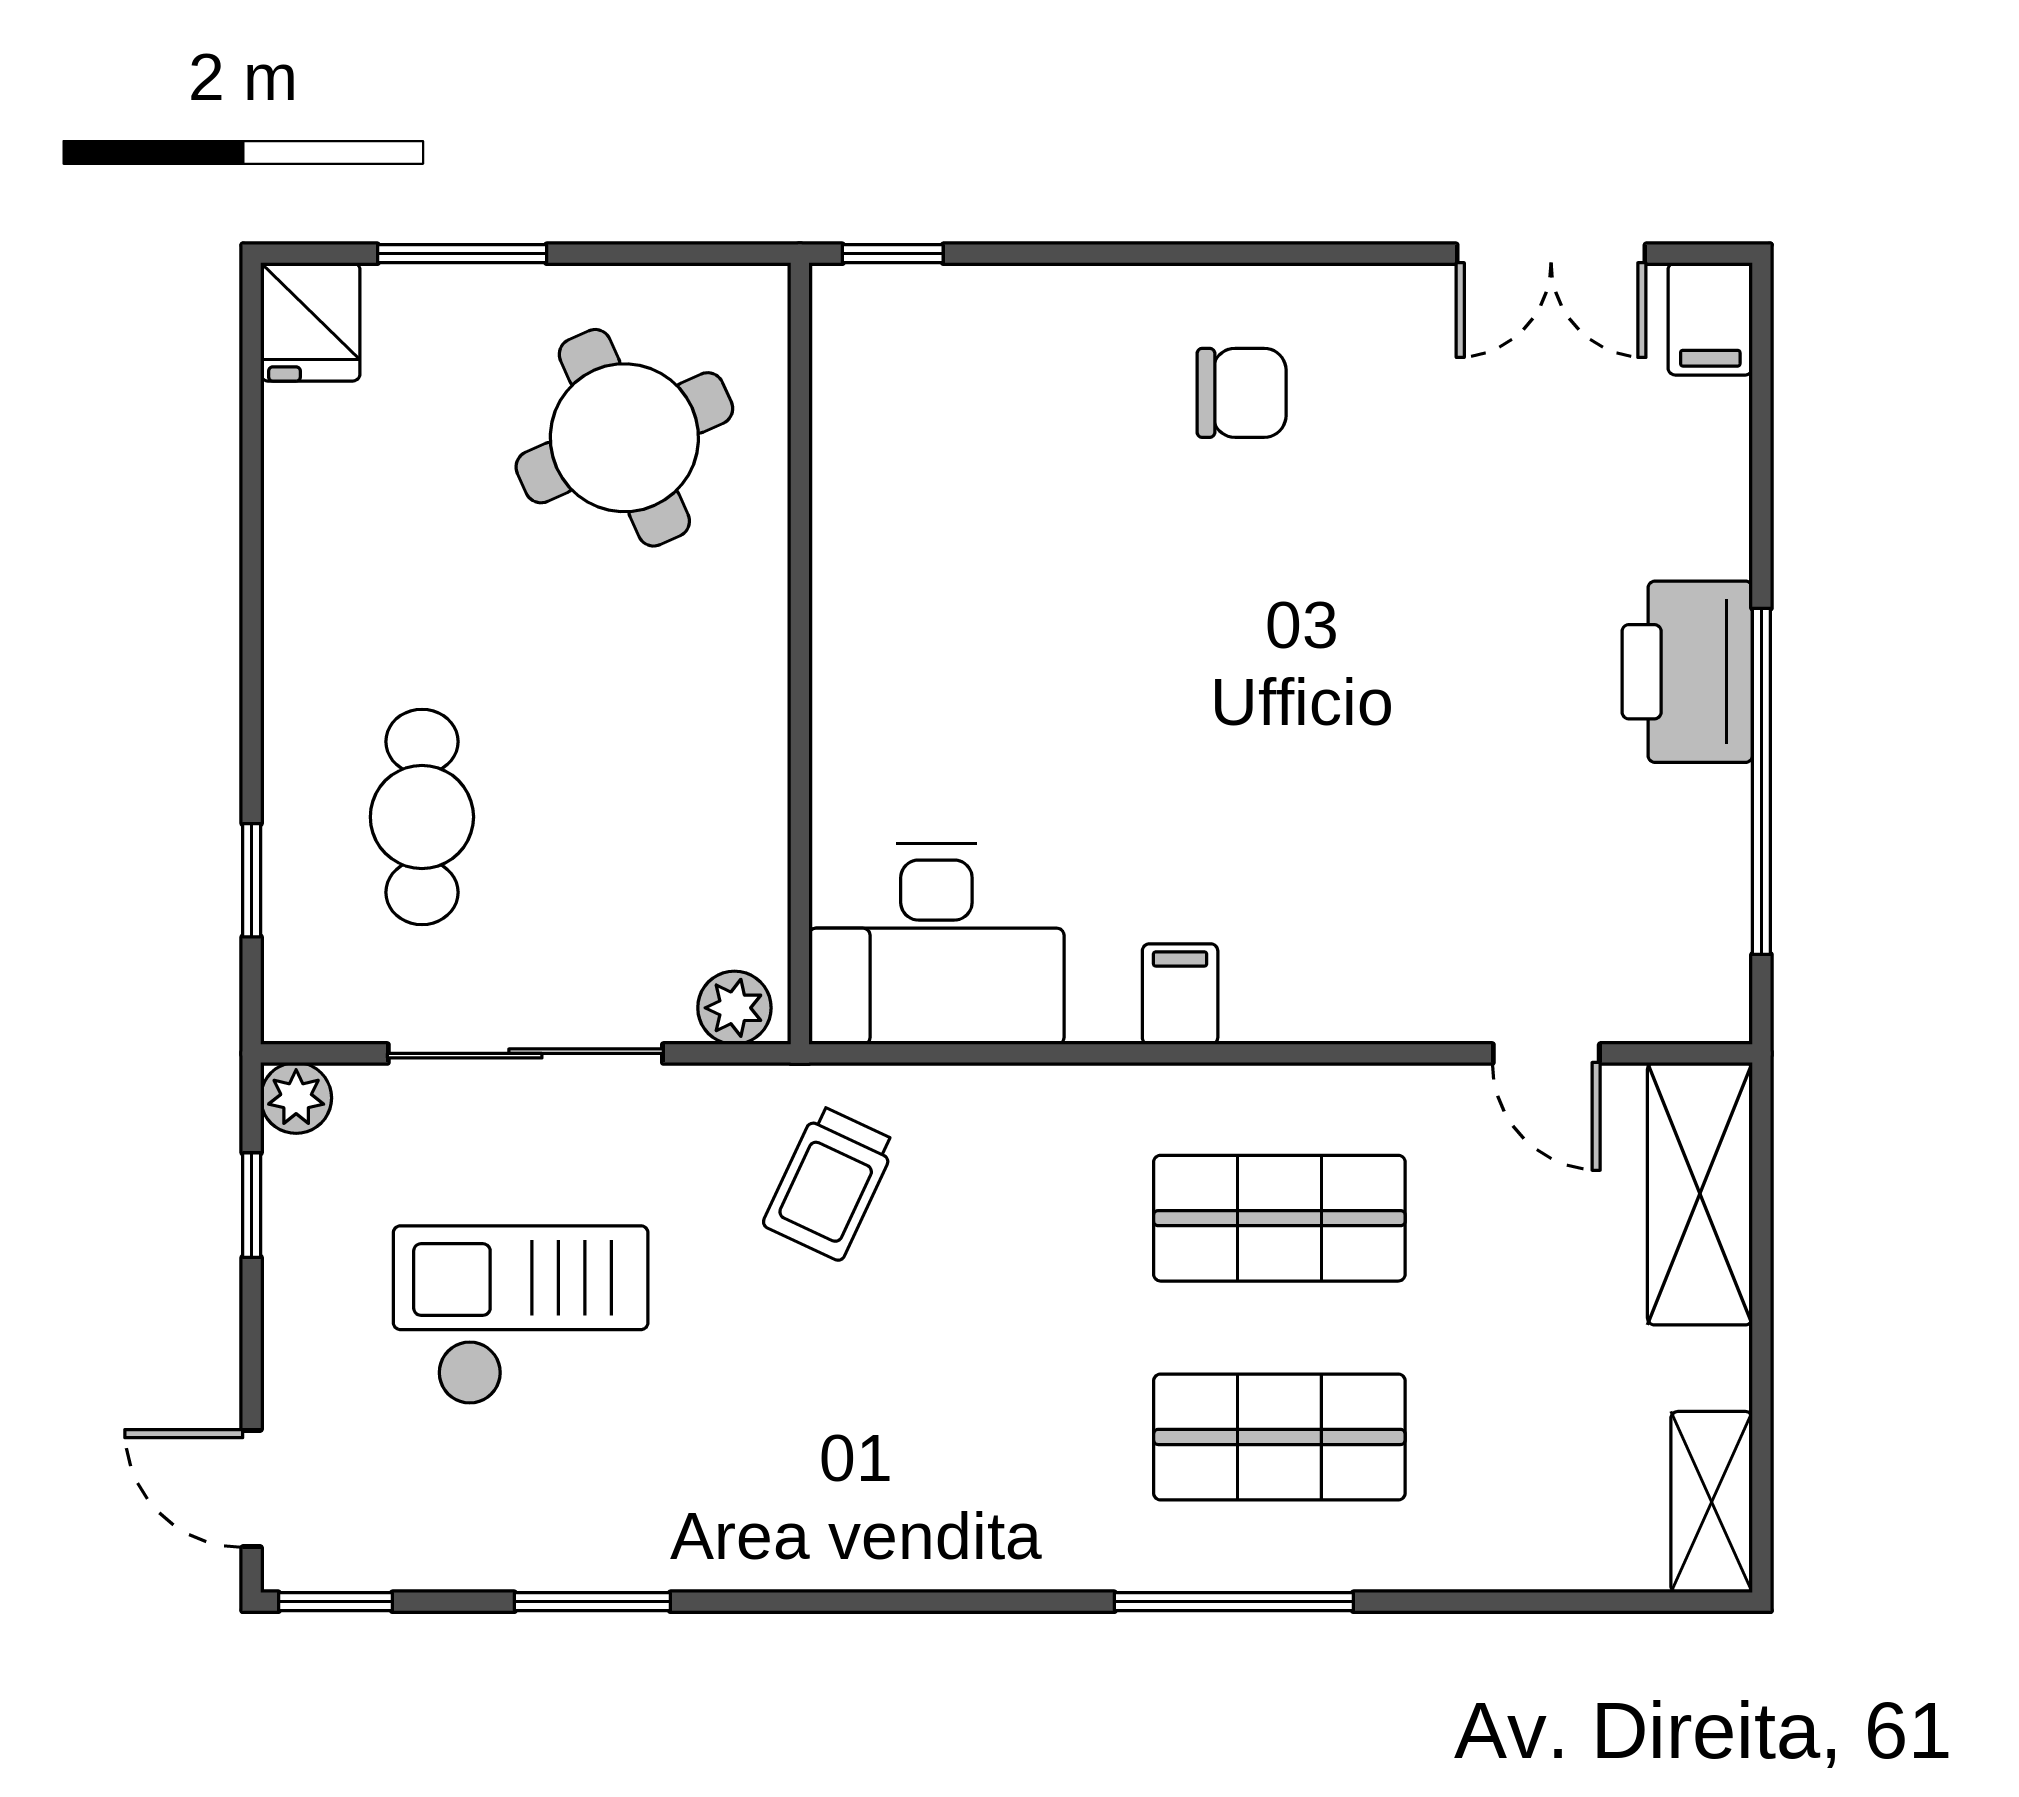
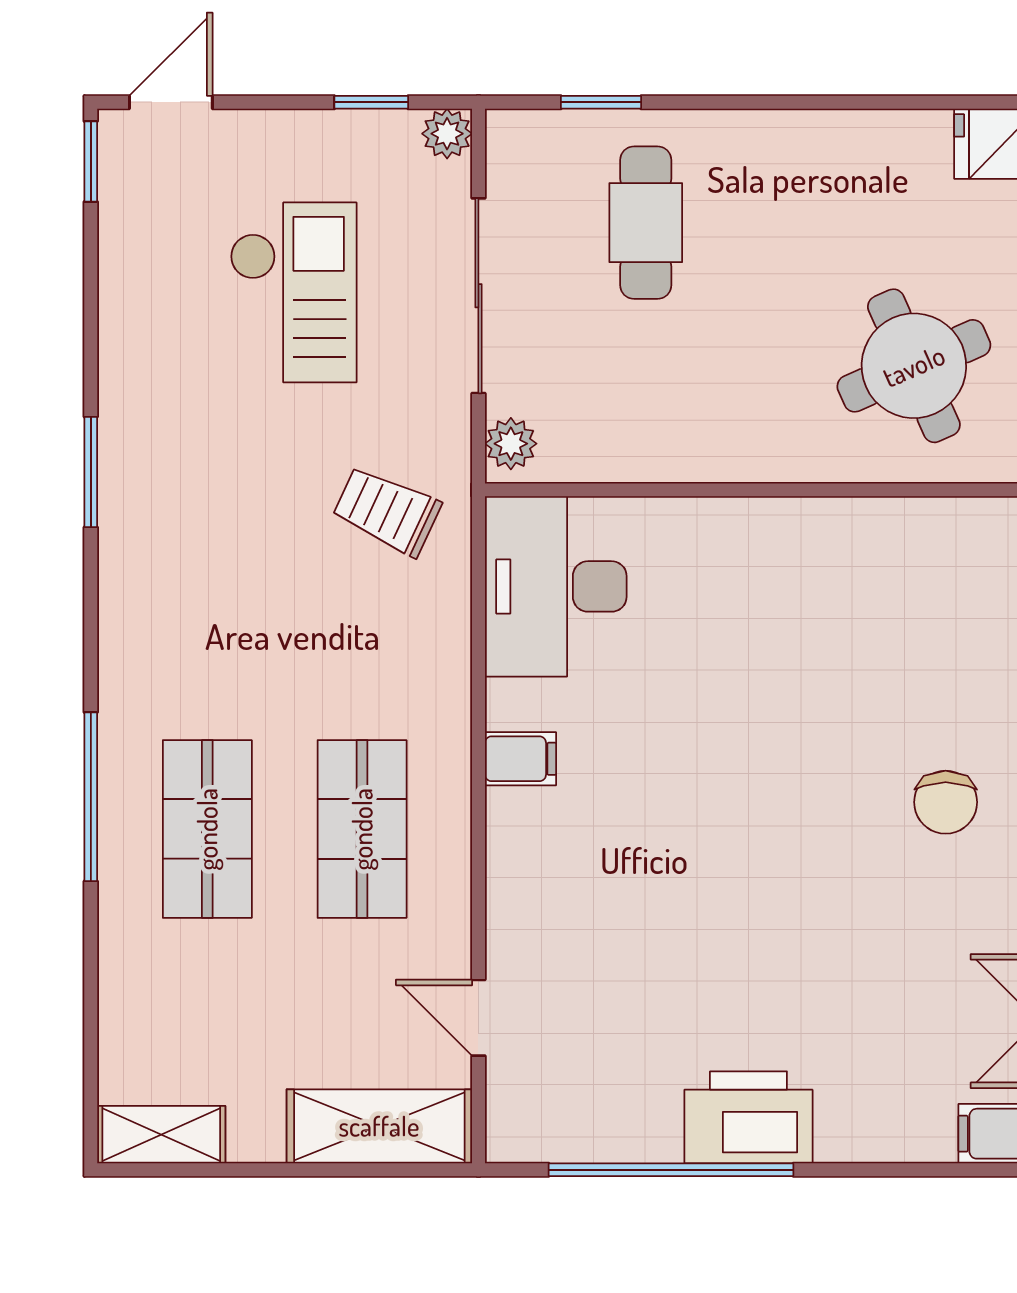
cafe table: (422, 817) -> (646, 223), turned 90
door: (1546, 1053) -> (478, 1018), hinge flipped
window: (592, 1602) -> (91, 472), moved

